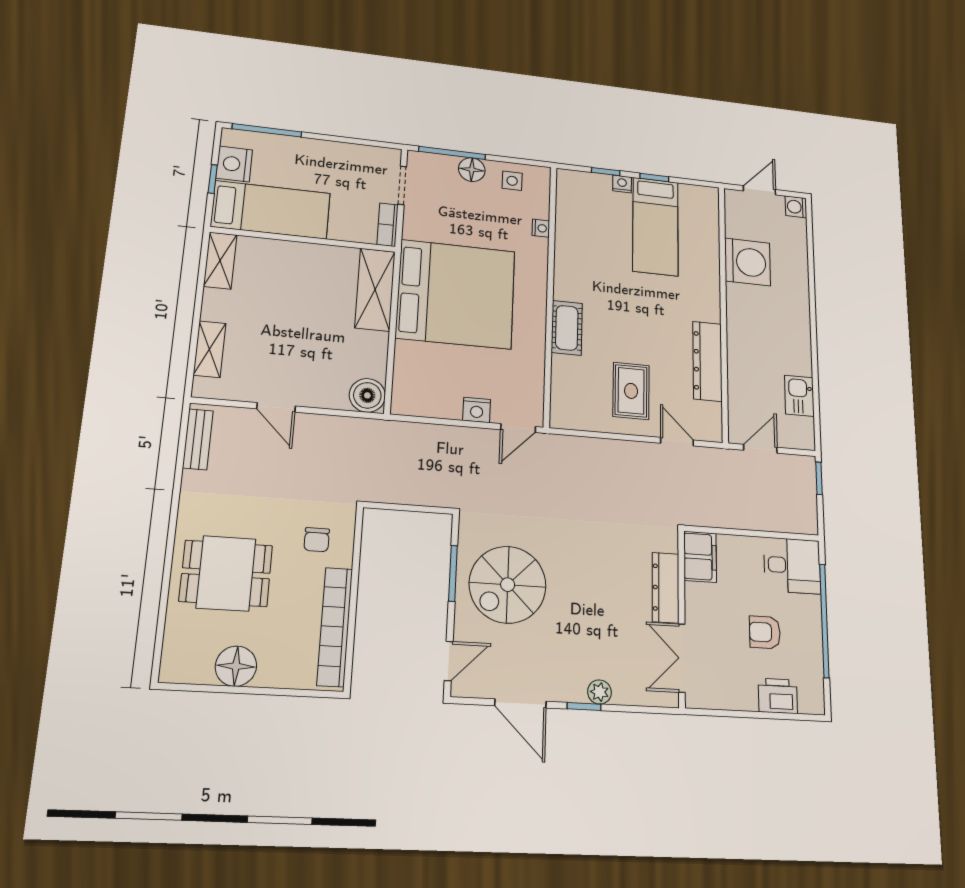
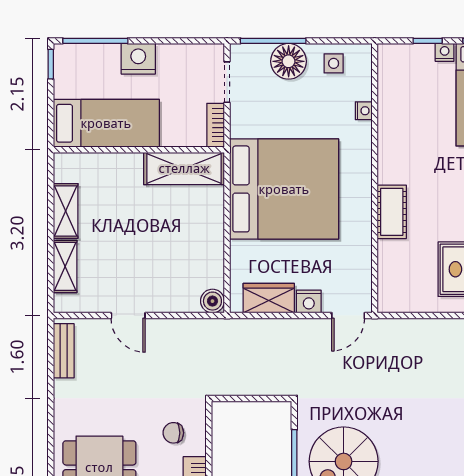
nightstand: (234, 164) -> (138, 59), moved, turned 90
floor lamp: (472, 170) -> (289, 61), width x1.38, depth x1.38
window: (213, 179) -> (51, 64), moved
shelving: (220, 261) -> (66, 211), moved
shelving: (375, 290) -> (184, 168), moved, turned 90
boiler: (367, 395) -> (212, 301), width x0.73, depth x0.73
wardrobe: (434, 403) -> (269, 298), added
chair: (317, 540) -> (173, 433), turned 90

